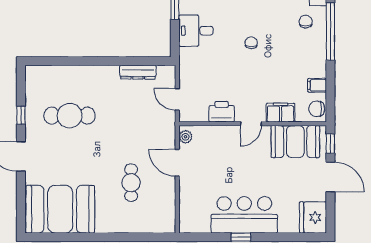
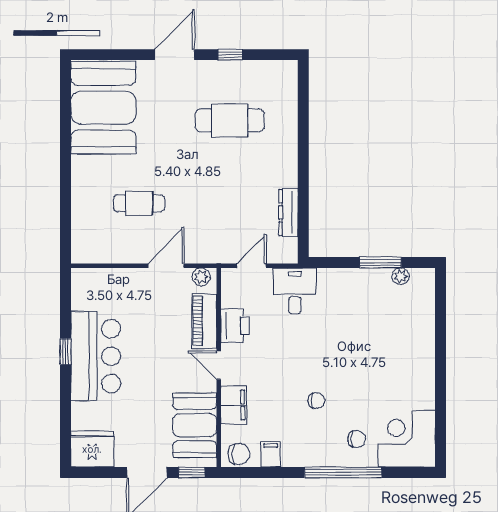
desk: (196, 31) -> (295, 291), moved
chair: (251, 43) -> (316, 401), moved
chair: (317, 109) -> (239, 454), turned 90
cafe table: (70, 116) -> (230, 120), turned 90
piano: (218, 134) -> (204, 321), added

